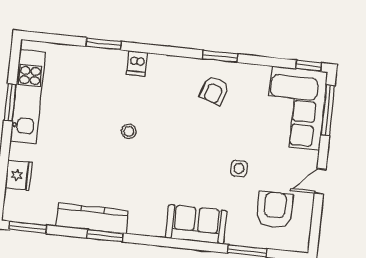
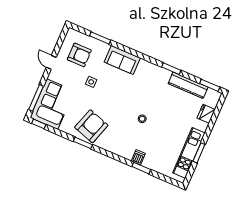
dishwasher: (137, 63) -> (138, 157), moved
armchair: (214, 90) -> (91, 126), width x1.88, depth x1.88
door: (320, 181) -> (51, 62), swing flipped
armchair: (275, 210) -> (79, 55), turned -90
kitchen counter: (92, 218) -> (188, 85), moved

